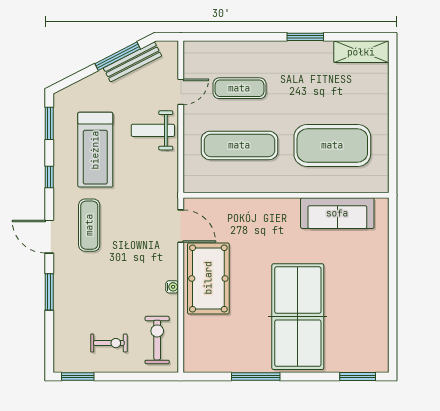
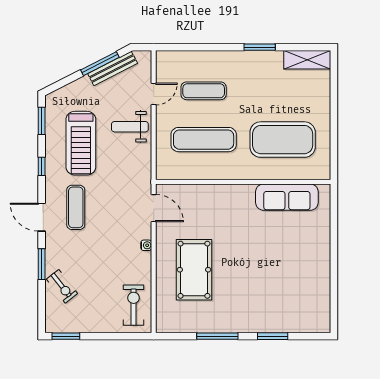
pool table: (208, 278) -> (194, 270), moved
water cooler: (172, 287) -> (146, 245), moved
table tennis table: (298, 317) -> (253, 285), removed
exercise bike: (109, 343) -> (62, 286), moved, turned 52
window: (358, 376) -> (273, 336), moved

